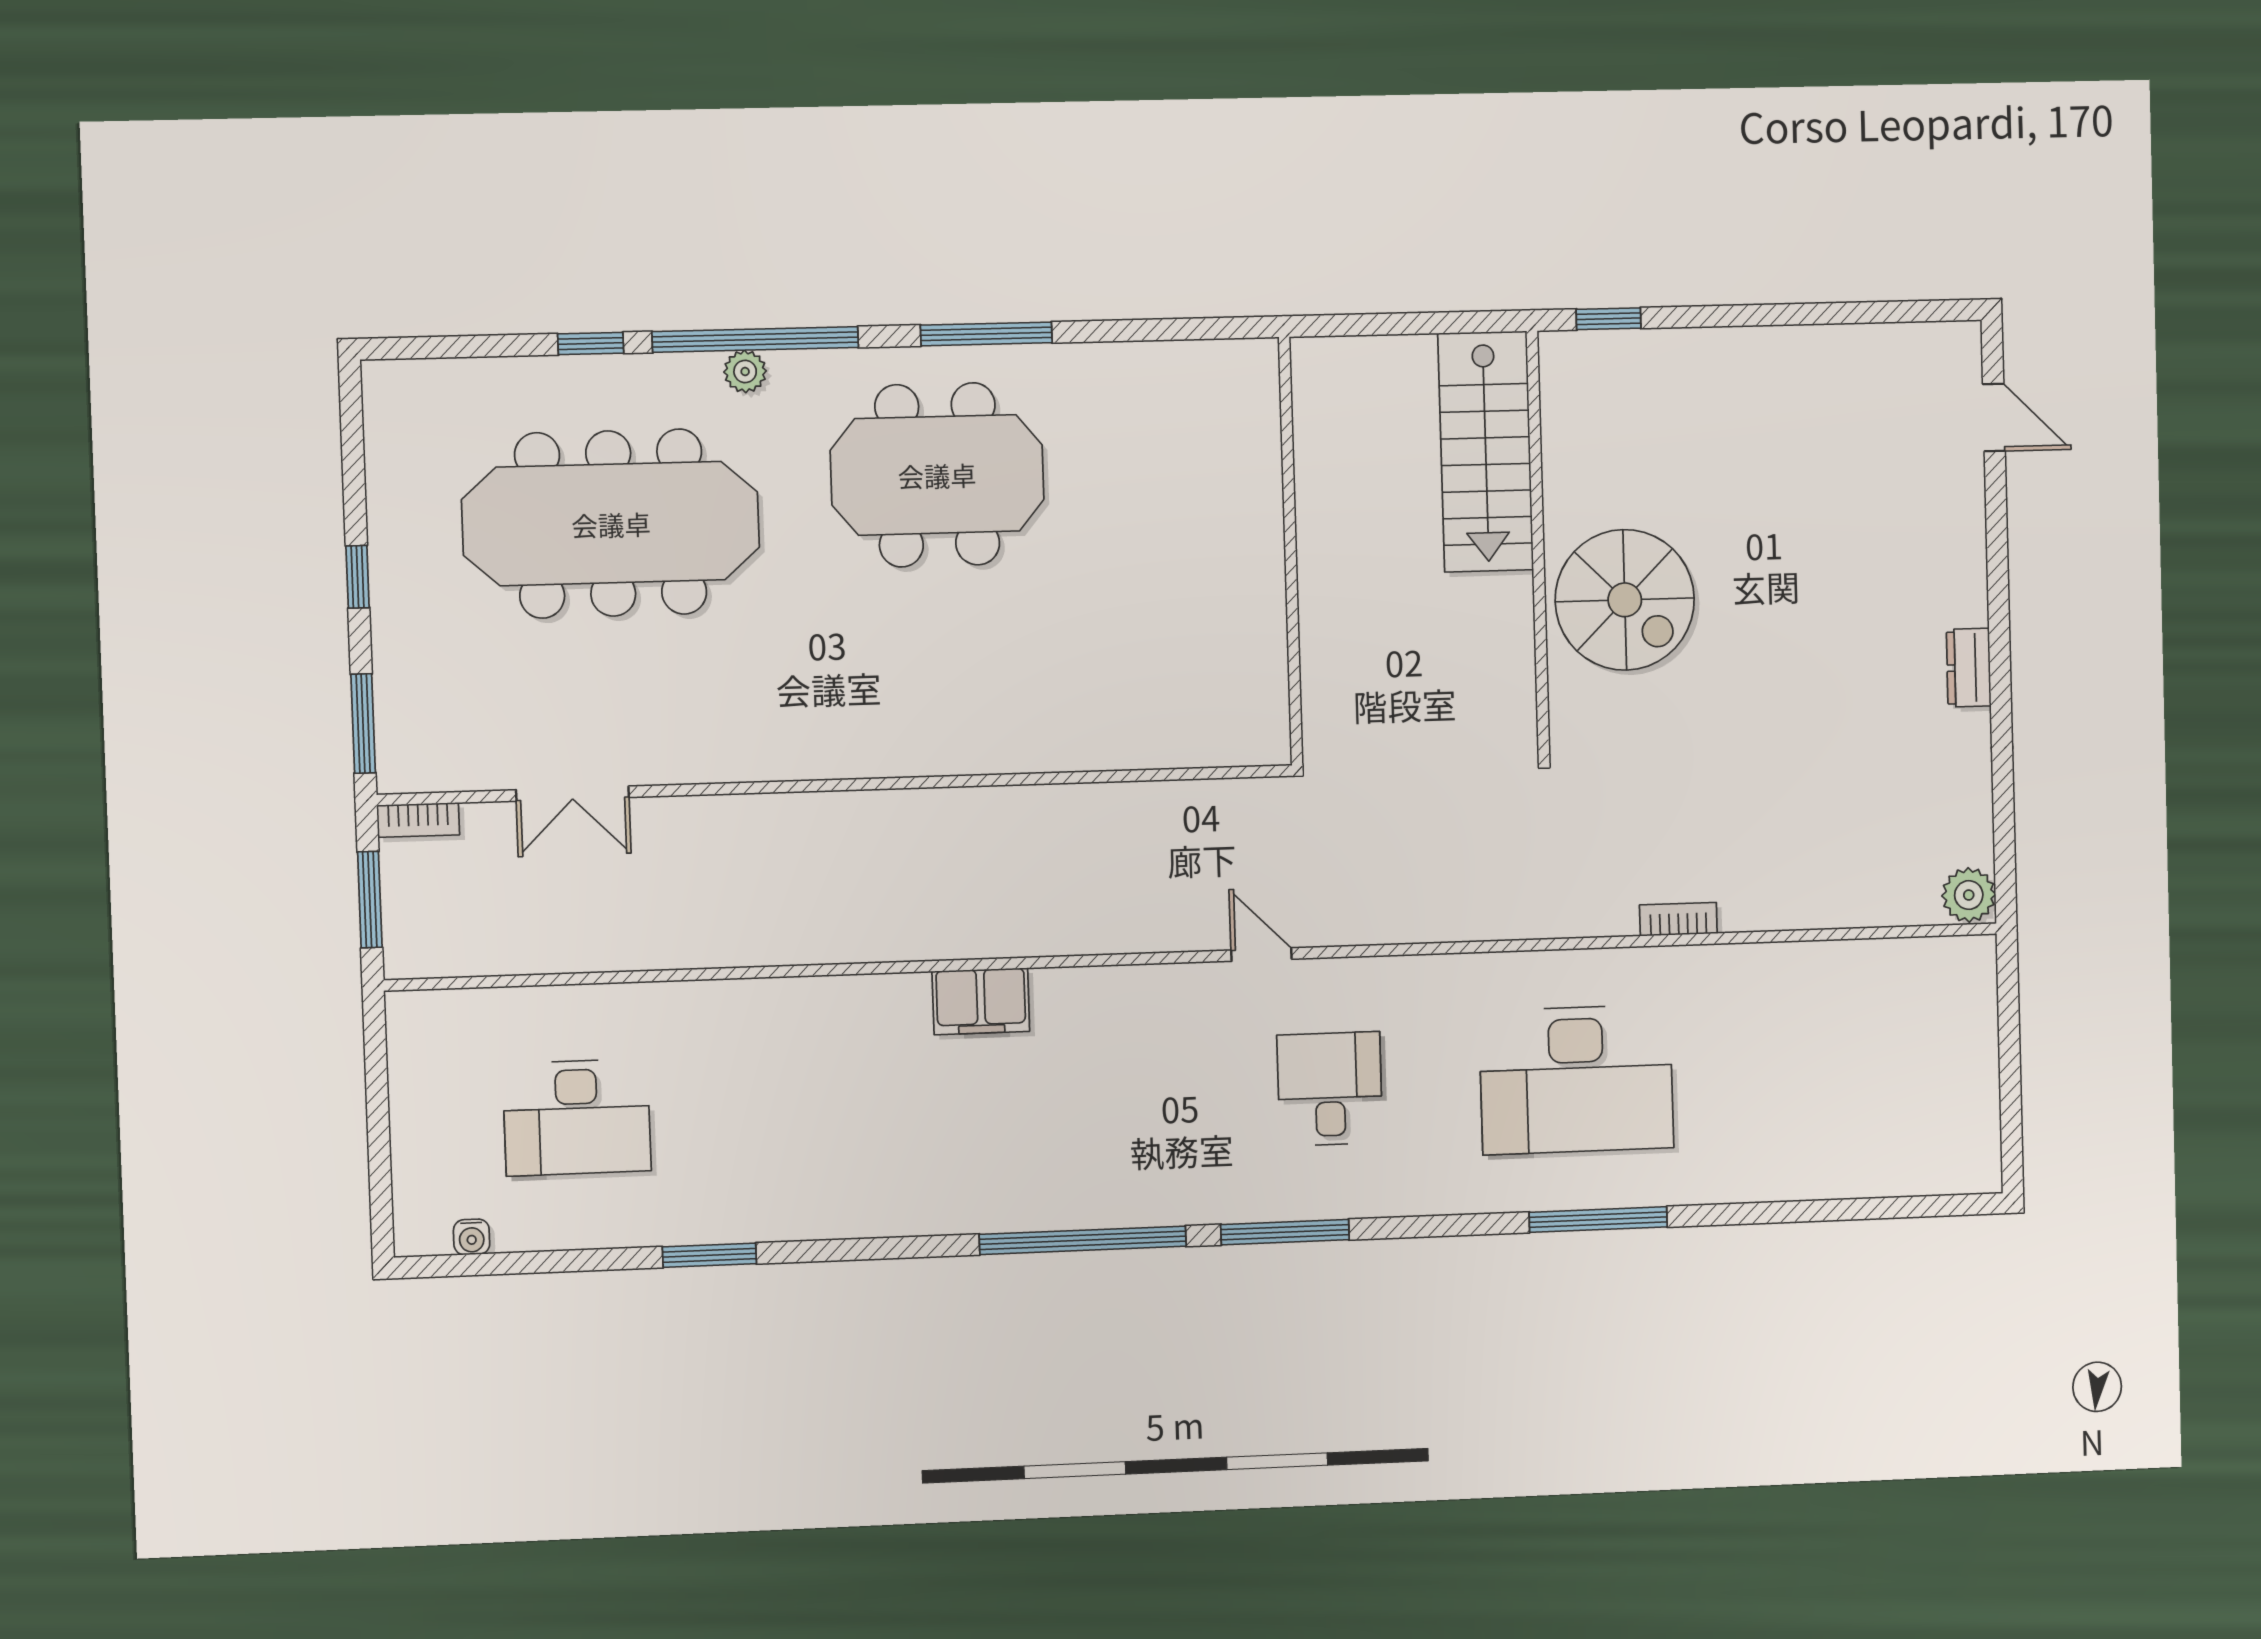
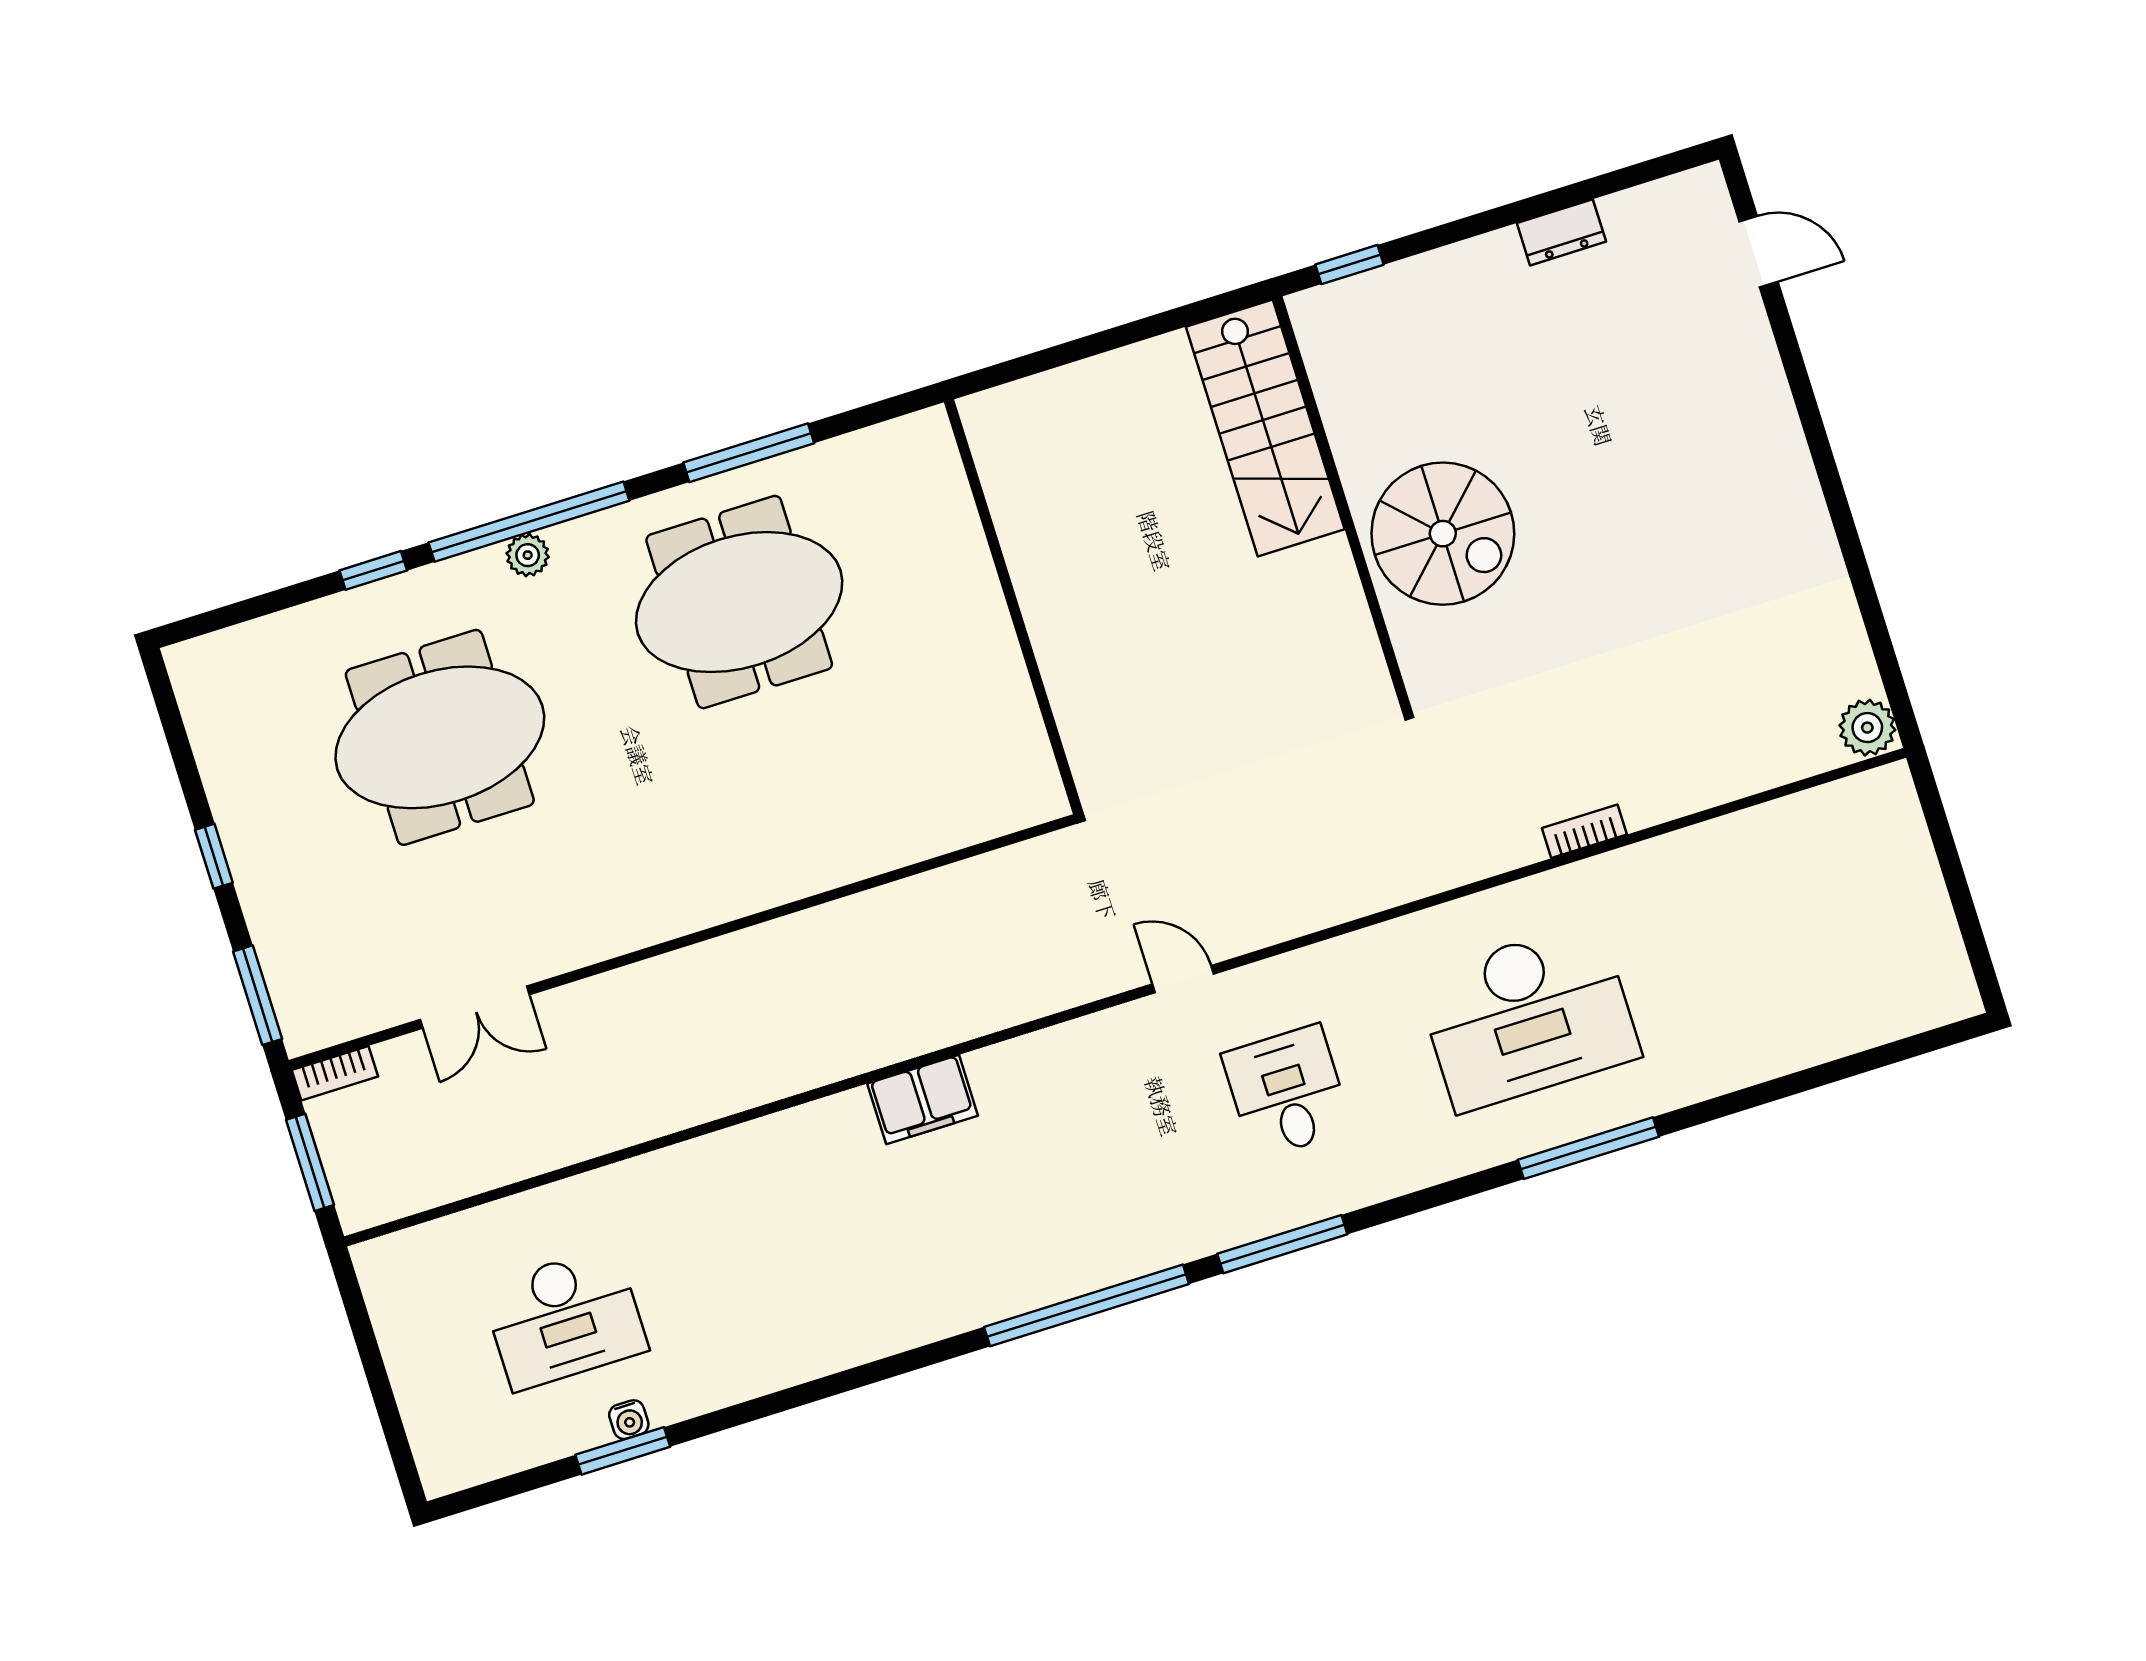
meeting table: (611, 524) -> (440, 737), width x0.73
wall: (1291, 551) -> (1014, 607), moved
dresser: (1969, 668) -> (1561, 232), moved, turned -90
water cooler: (472, 1237) -> (629, 1420), moved
window: (709, 1255) -> (623, 1451), moved

